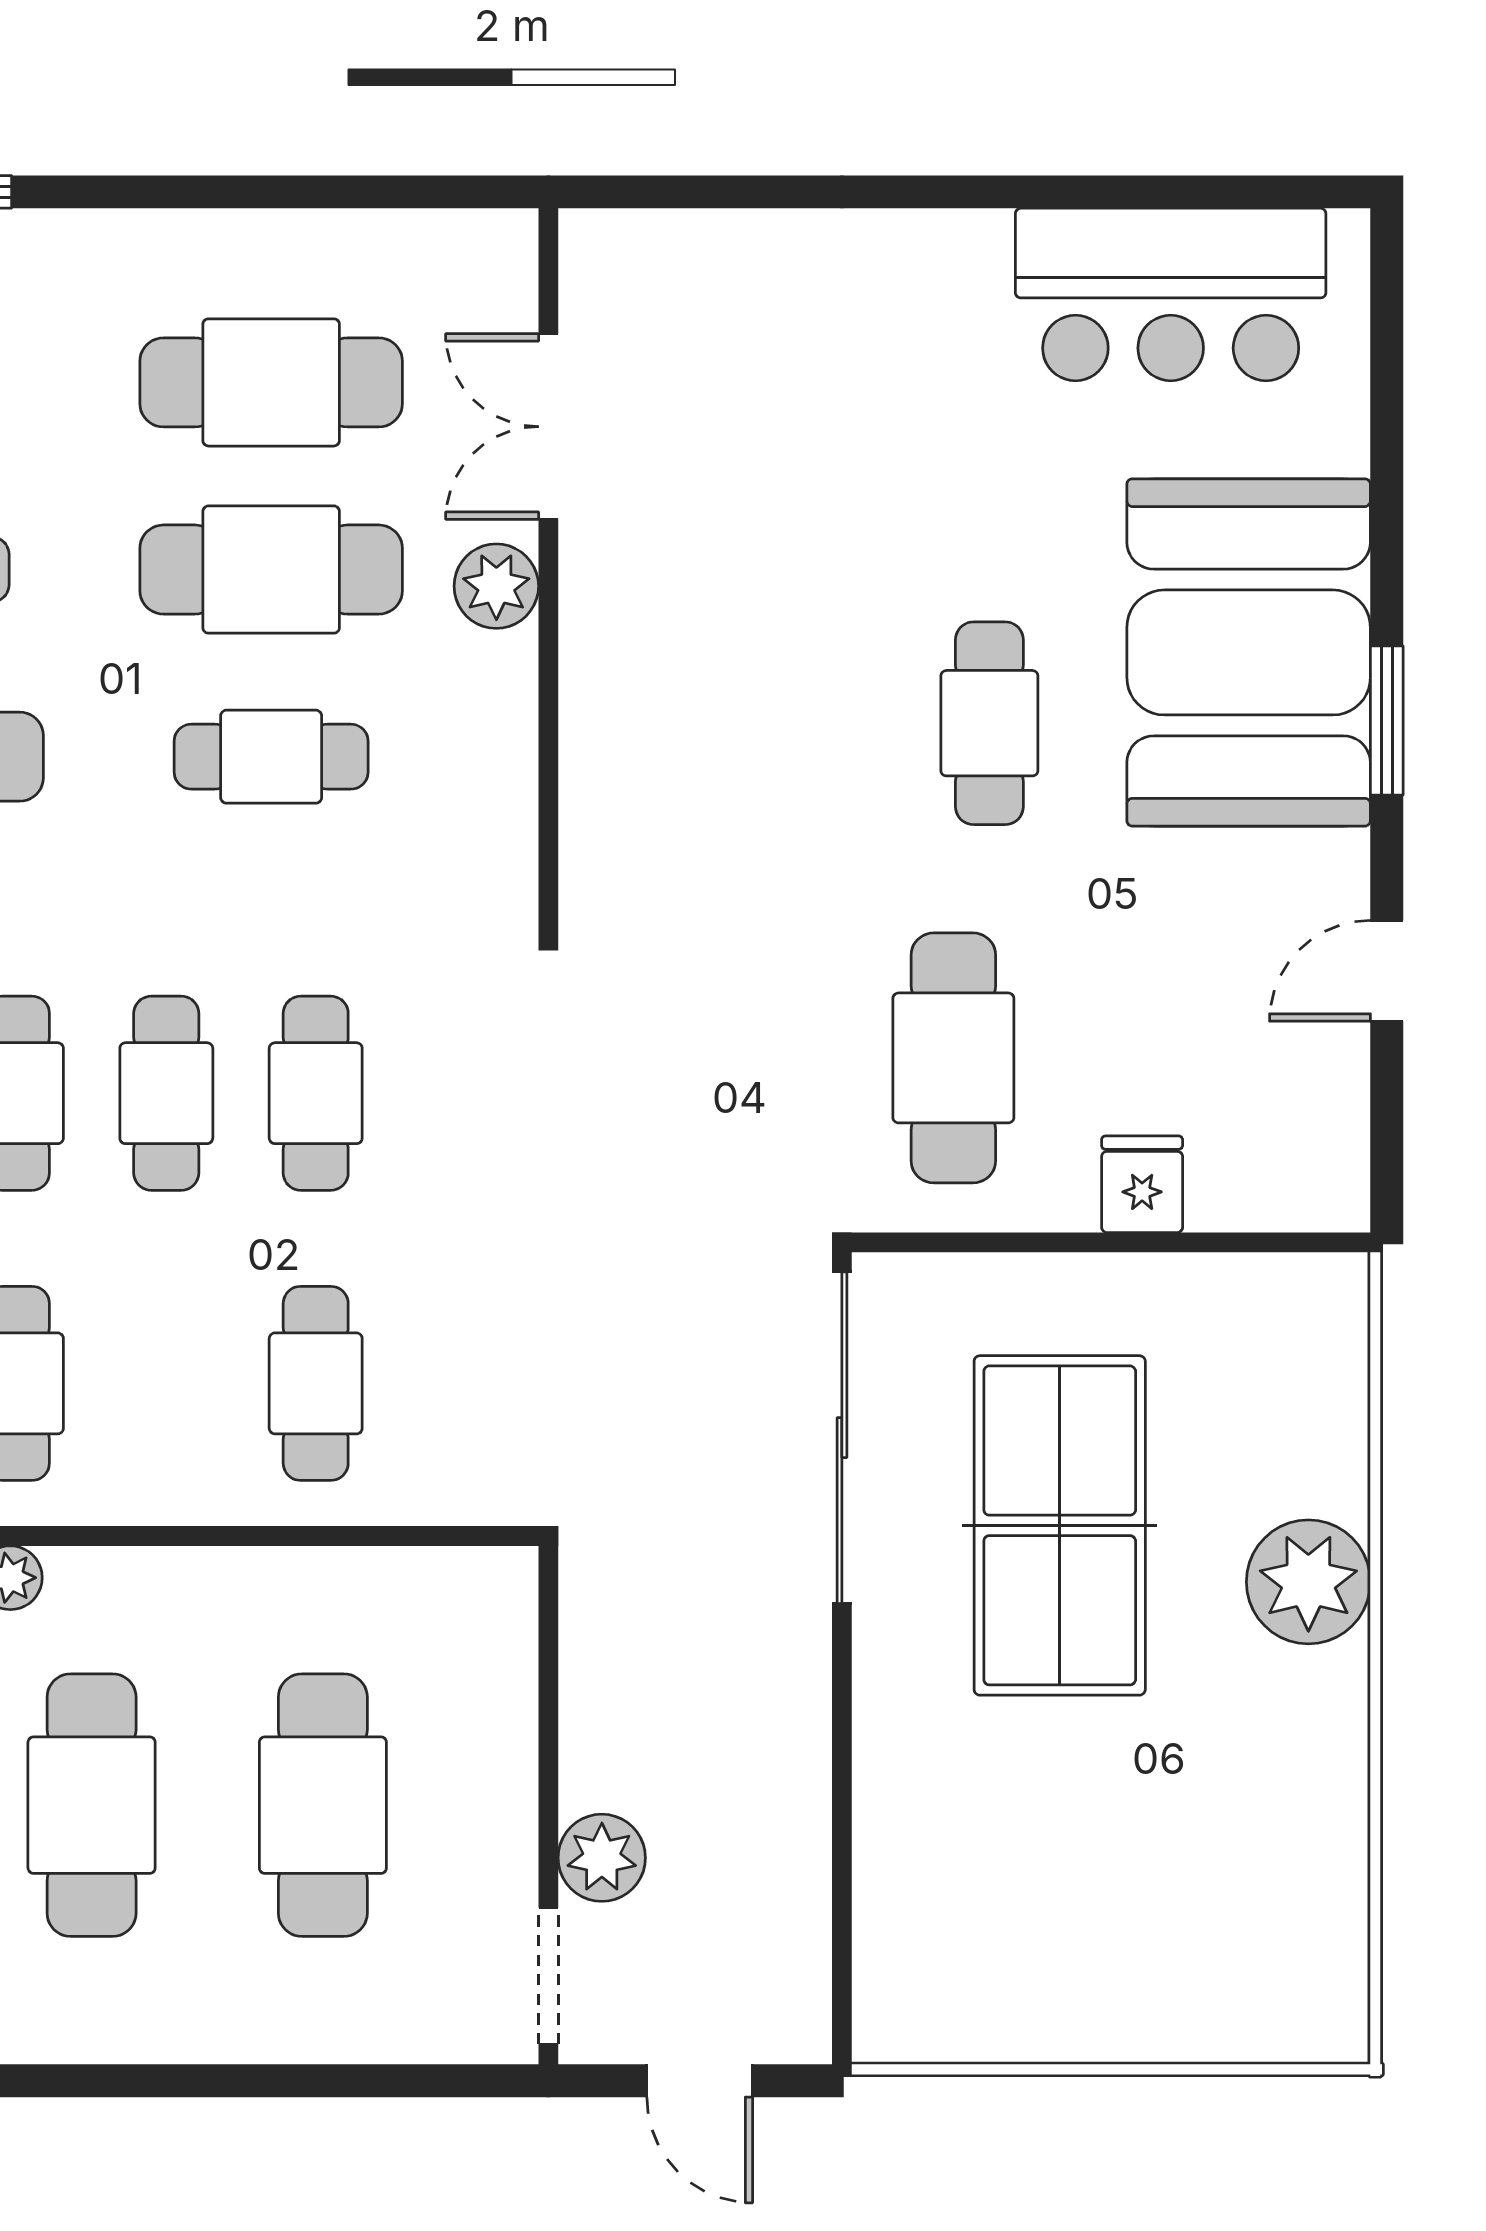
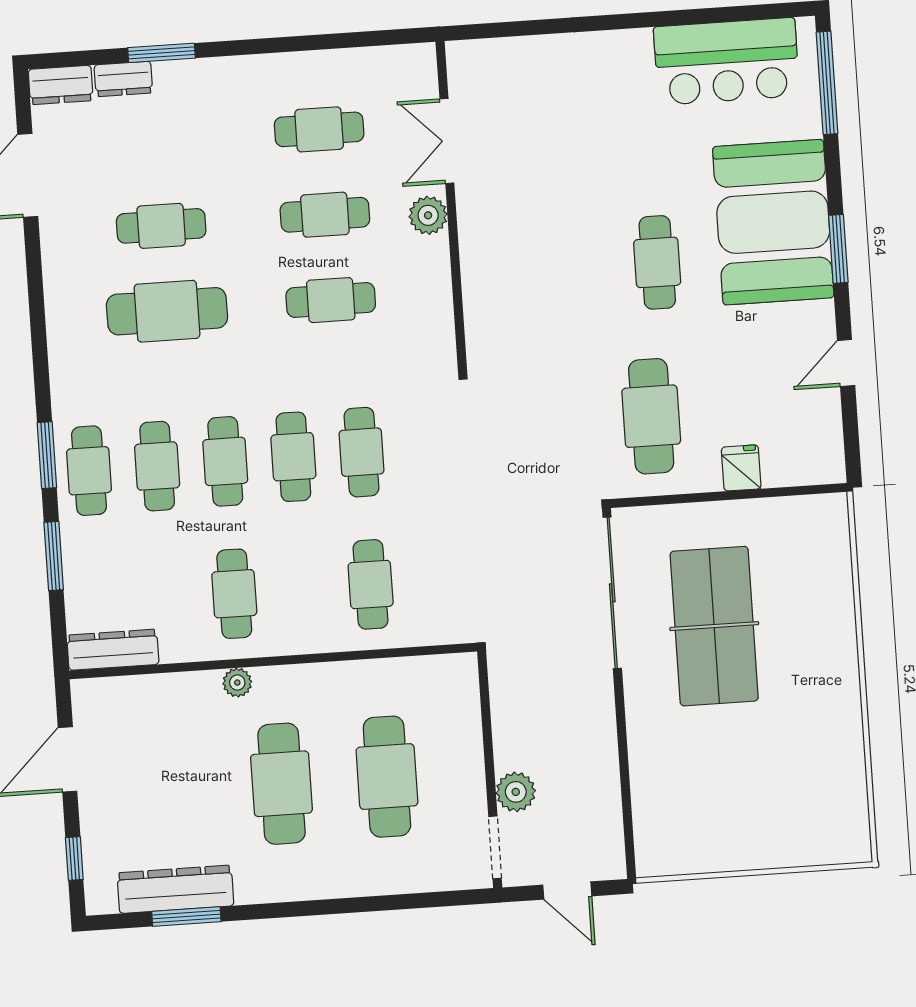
window: (1387, 356) -> (827, 83), added
cafe table: (271, 382) -> (319, 129), width x0.73, depth x0.74
cafe table: (271, 570) -> (325, 215), width x0.73, depth x0.74
plant: (1308, 1582) -> (829, 644), removed

